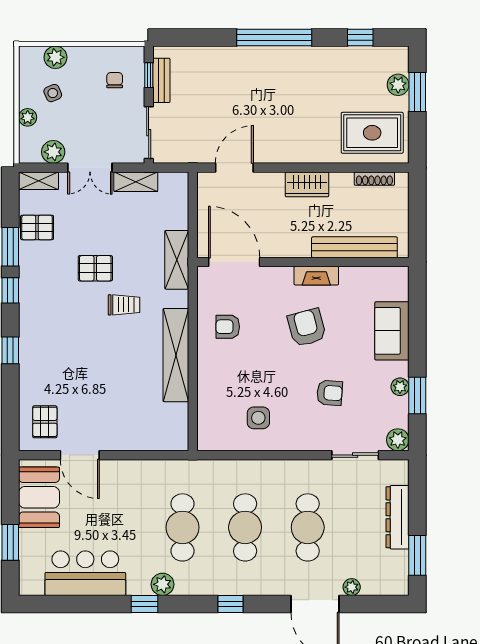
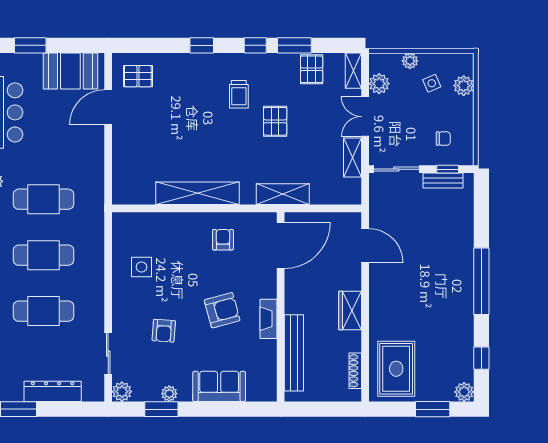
plant: (398, 85) -> (464, 392), moved
trolley: (124, 305) -> (239, 94), moved

